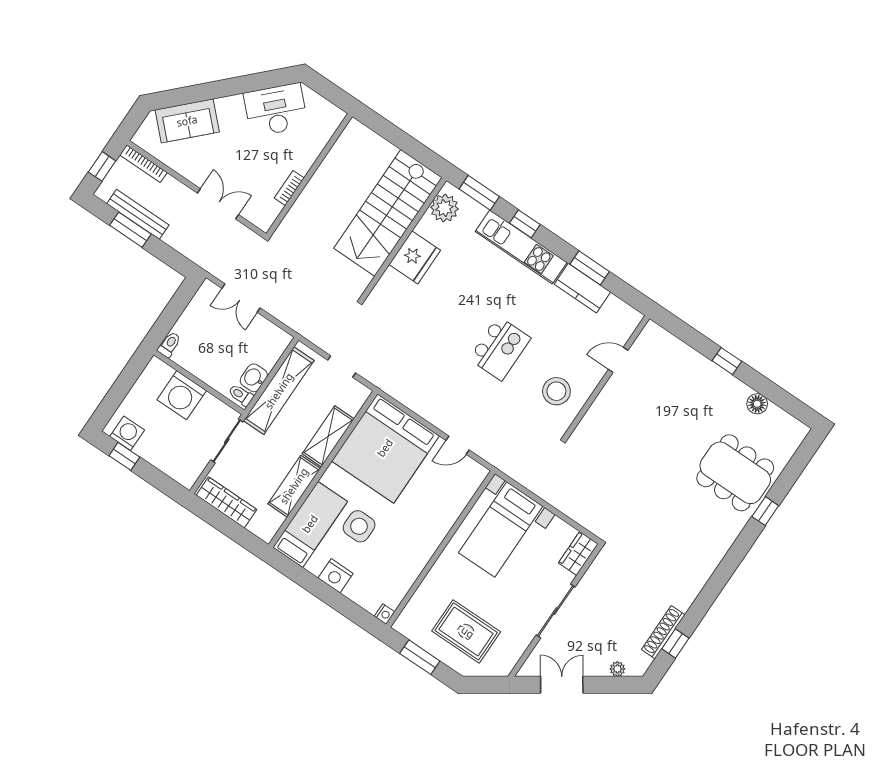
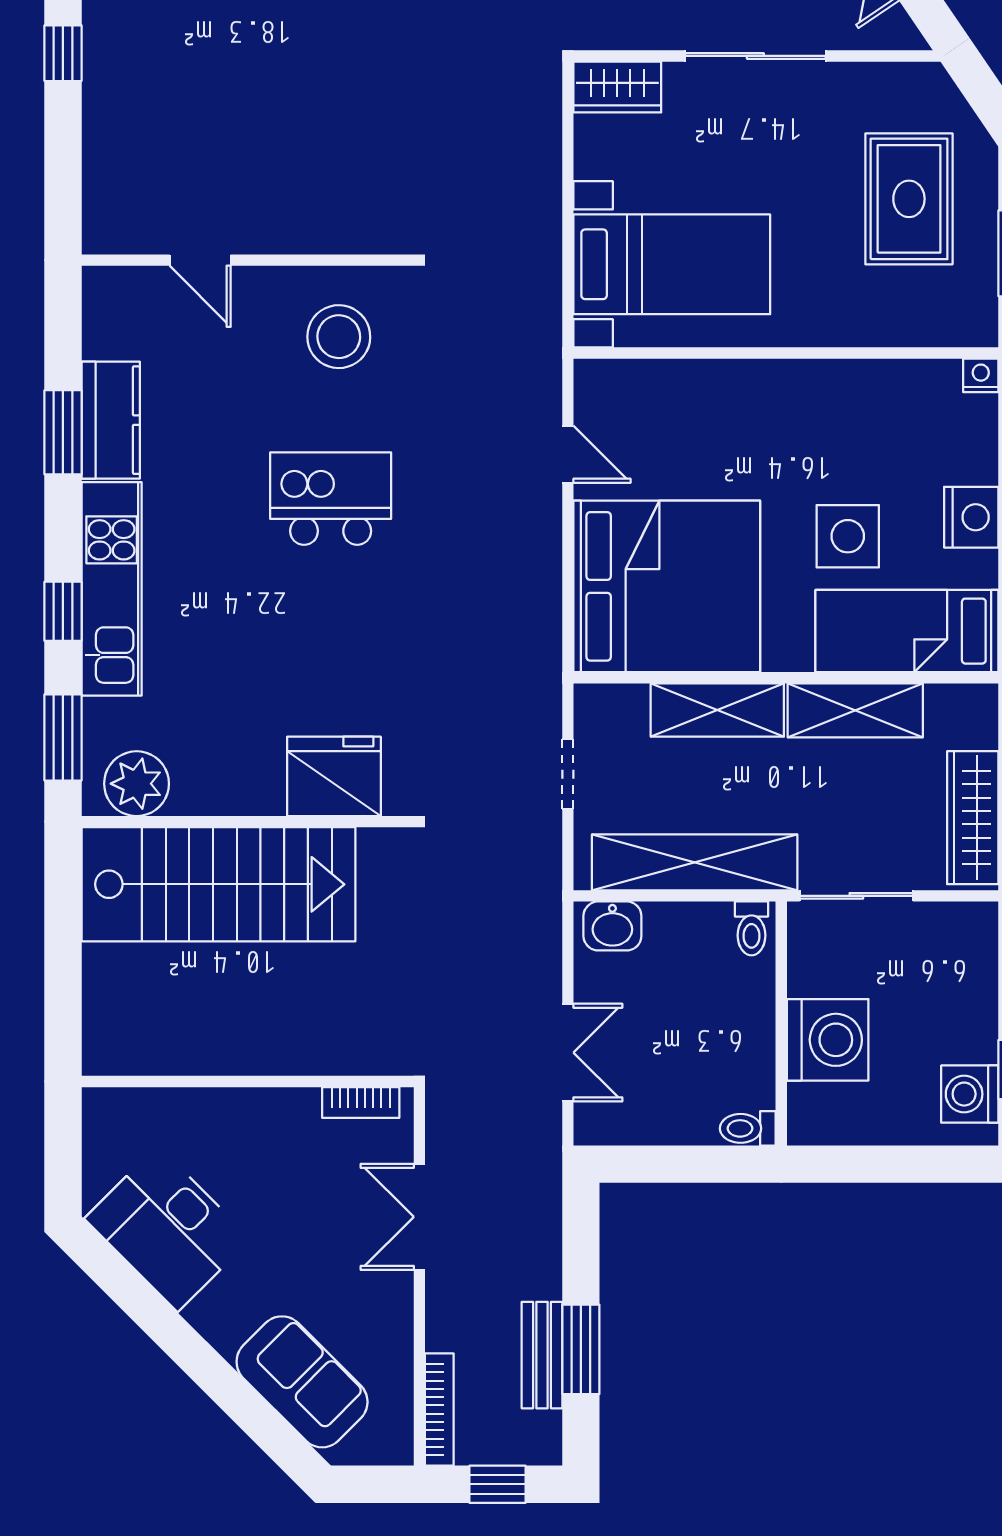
bookcase: (289, 188) -> (361, 1102), moved
bench: (138, 214) -> (542, 1355), width x0.73
fridge: (415, 257) -> (334, 776), moved
washbasin: (254, 378) -> (612, 926), moved

